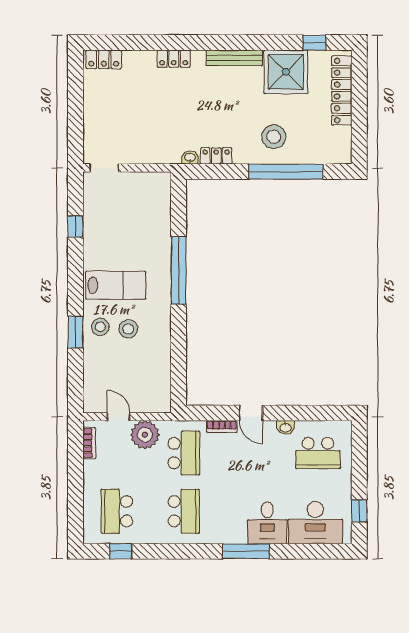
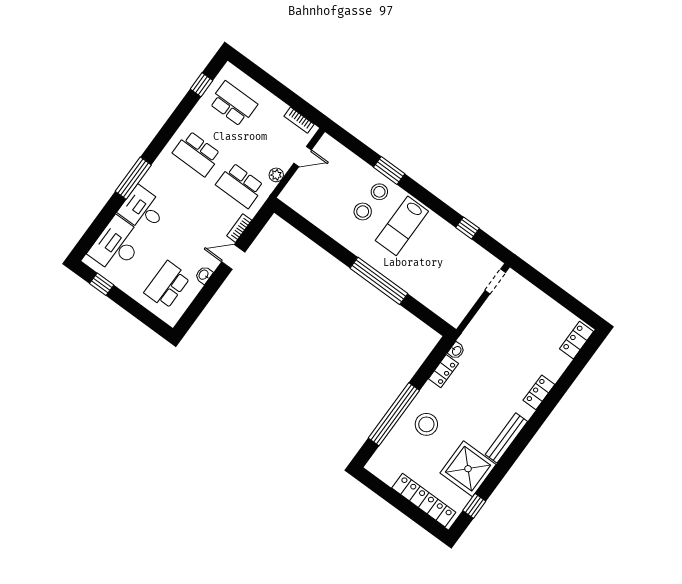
plant: (145, 435) -> (276, 175), width x0.53, depth x0.53

